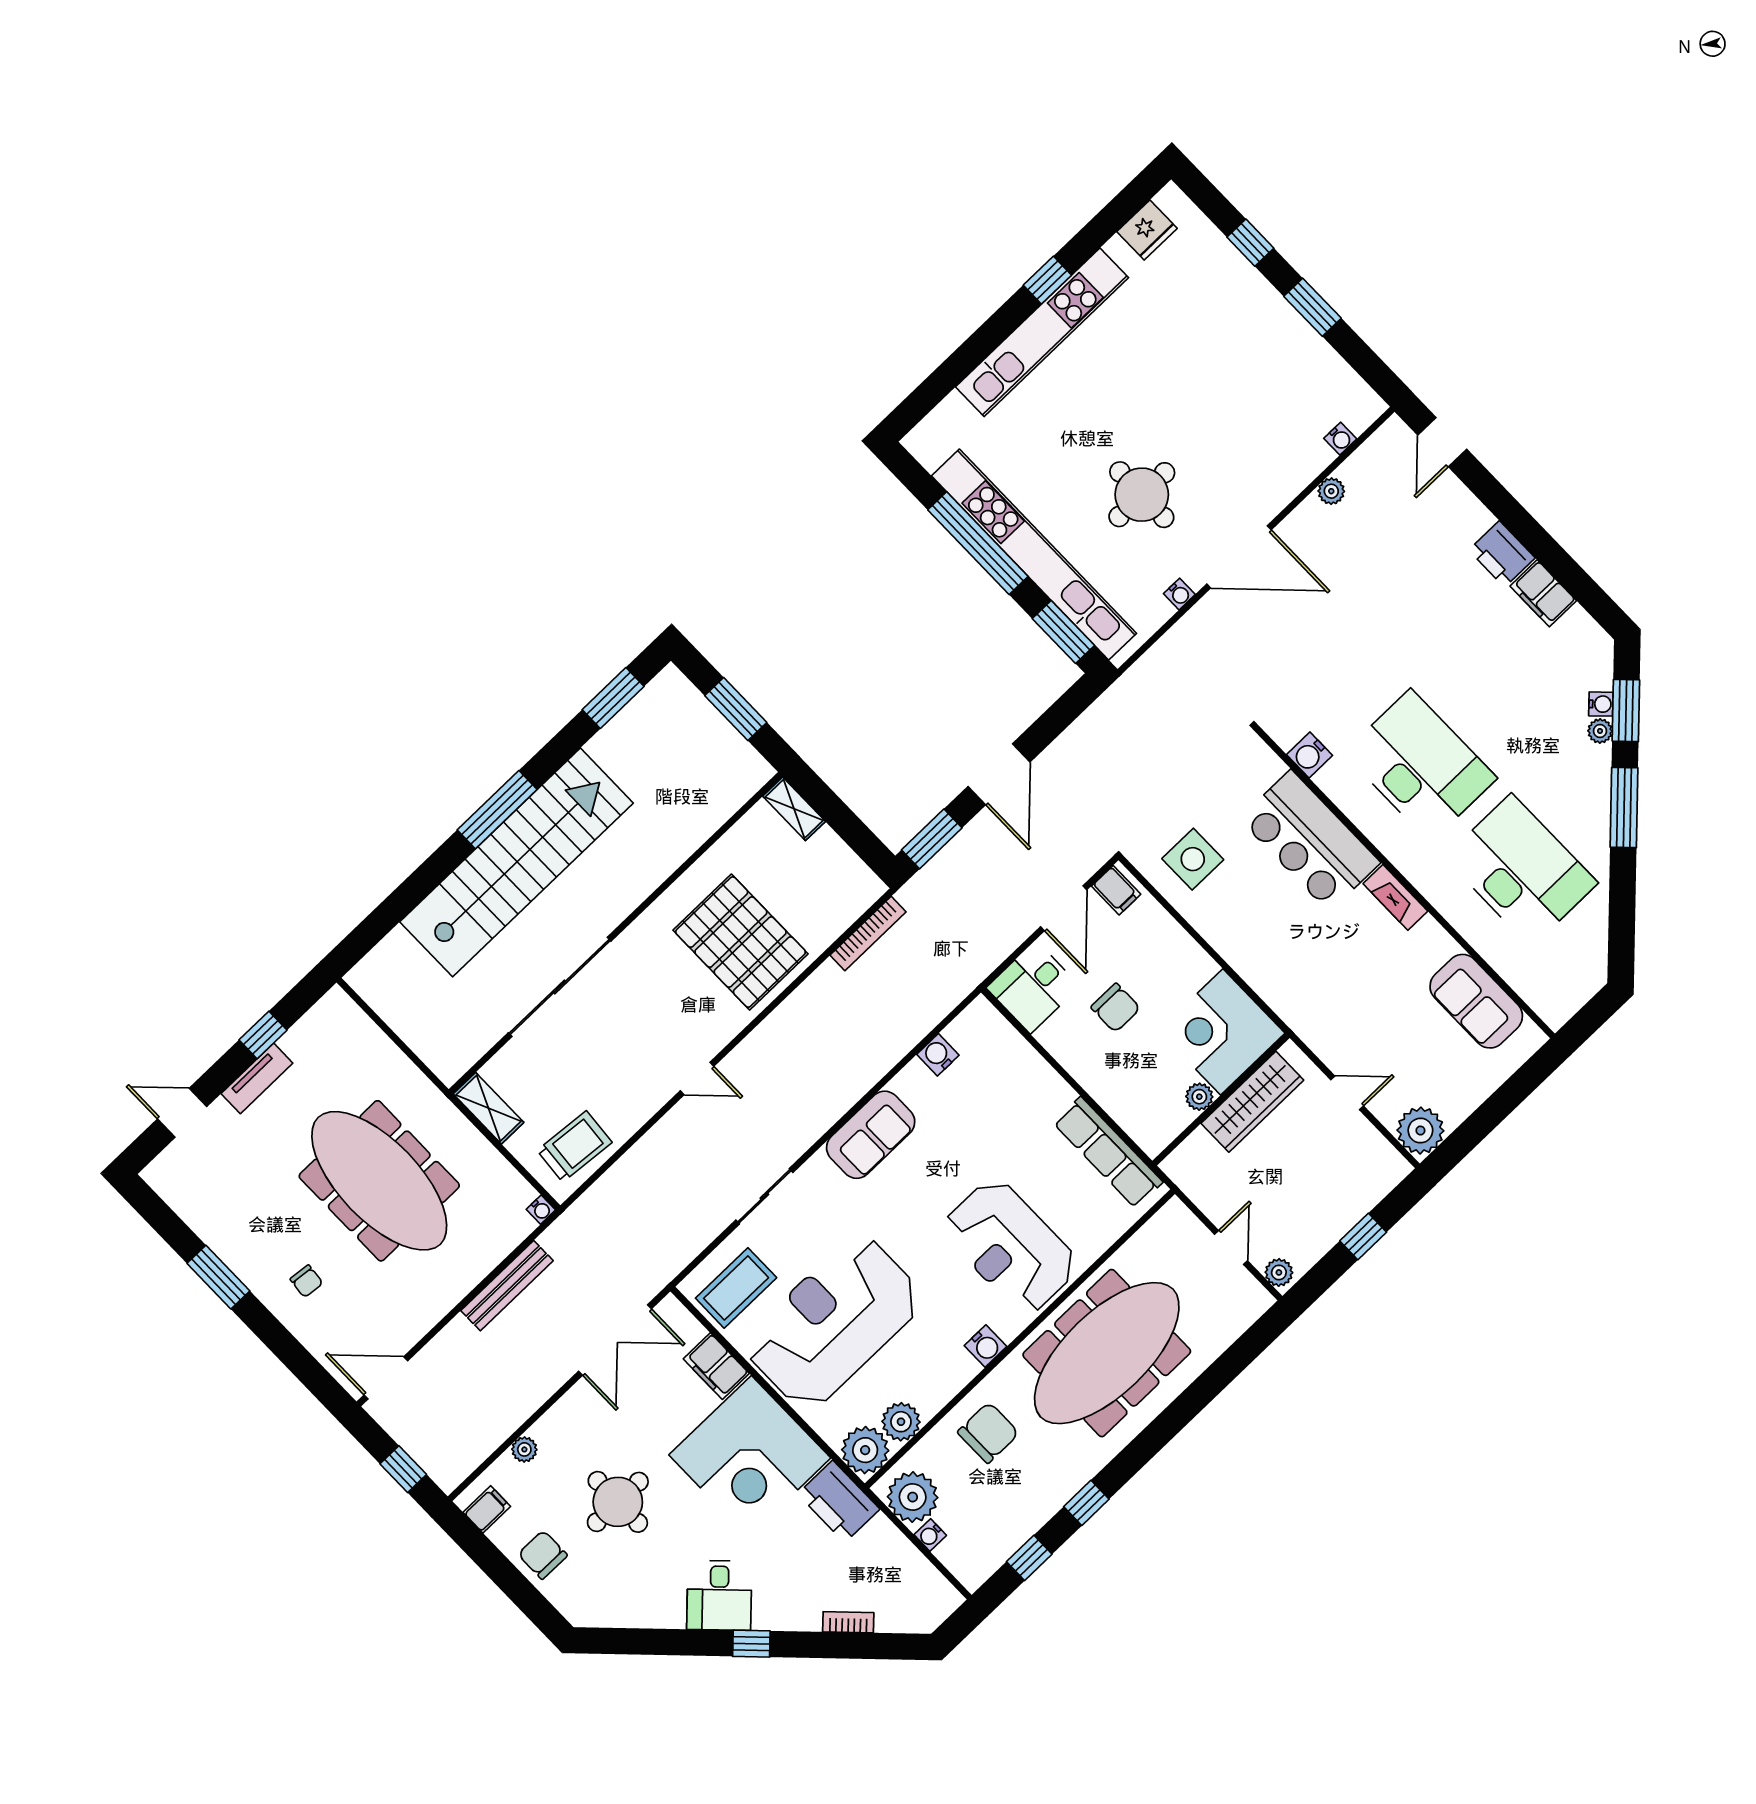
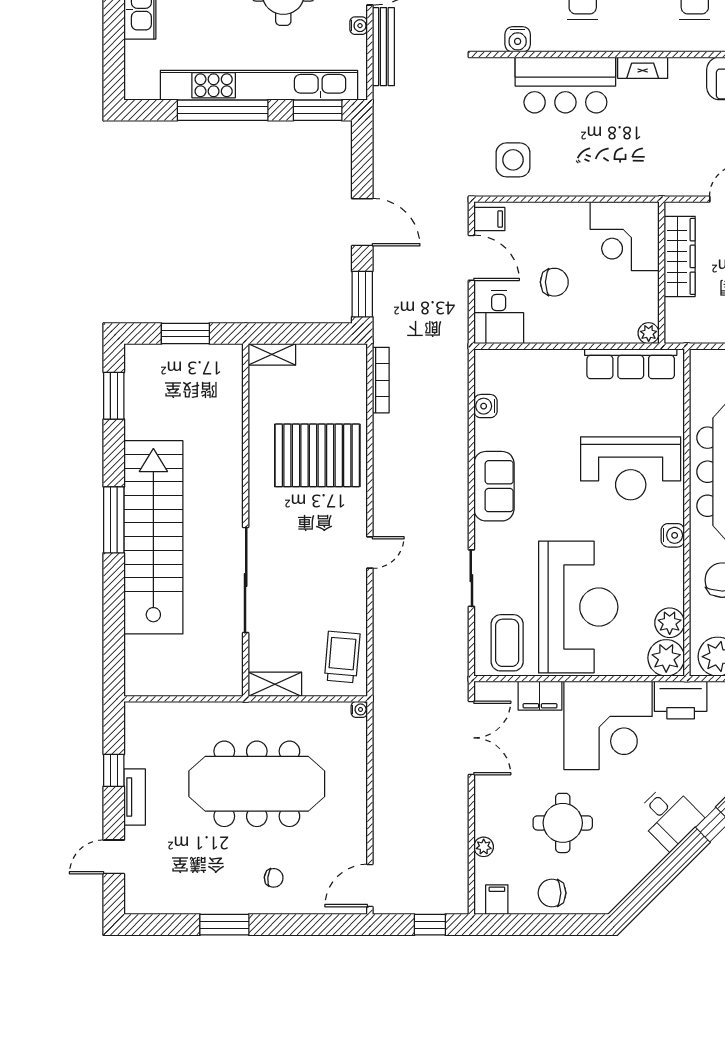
plant: (1199, 1097) -> (649, 333), moved
bench: (507, 1286) -> (383, 47), moved
reception desk: (833, 1322) -> (578, 607), turned 180

